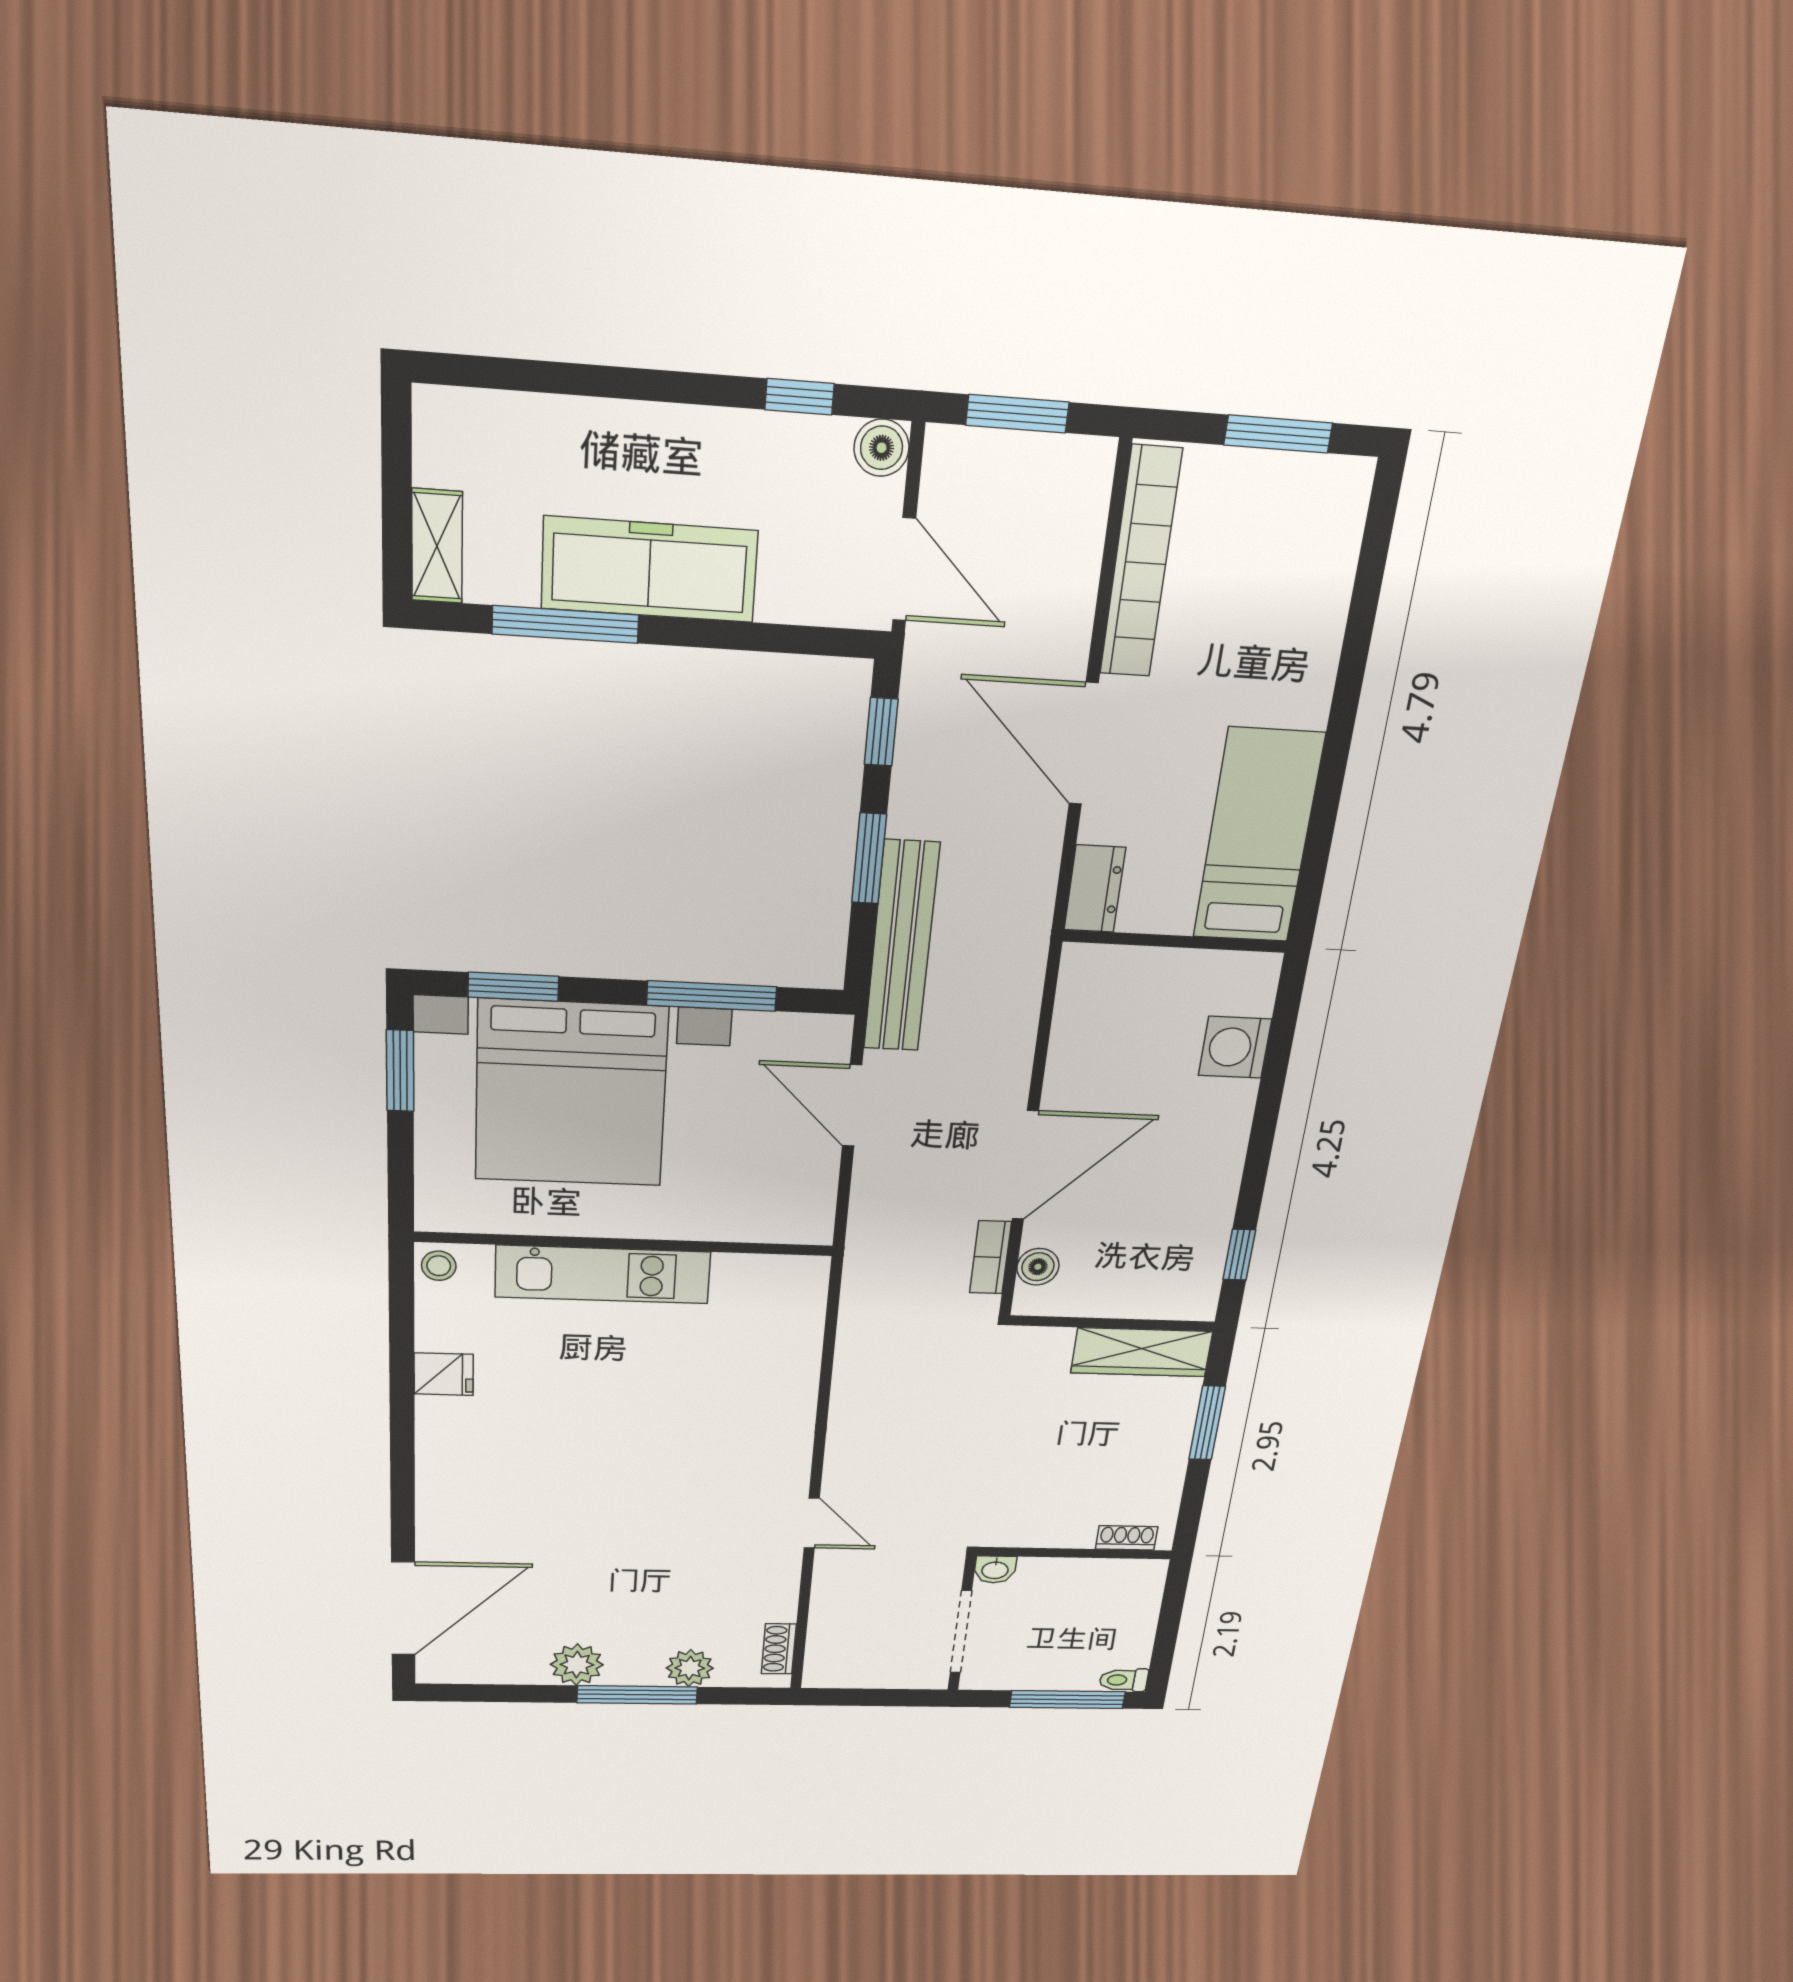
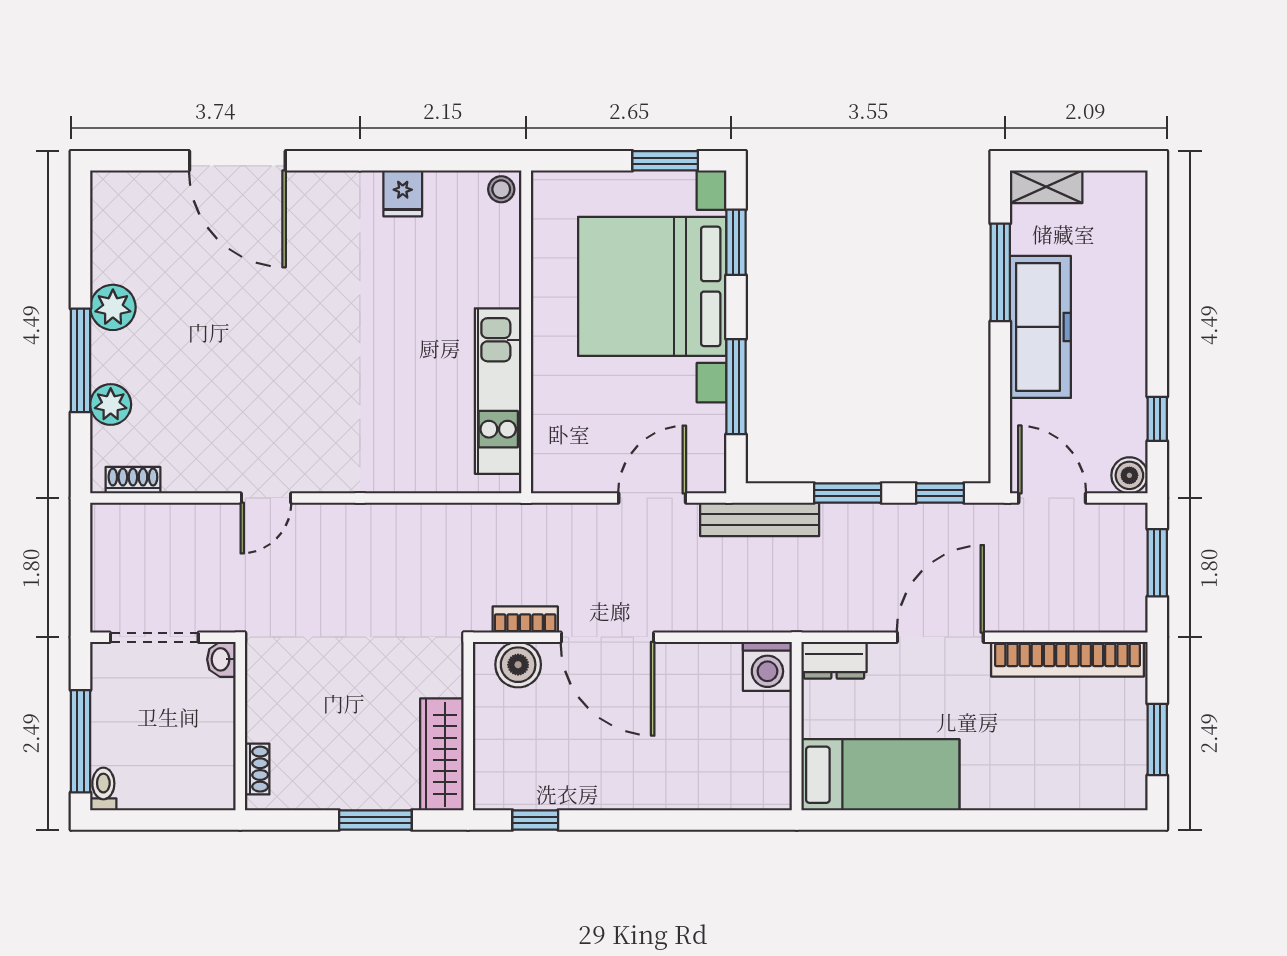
door: (904, 569) -> (1052, 498), swing flipped
bench: (901, 947) -> (760, 519), width x0.73, depth x0.82
washing machine: (1235, 1047) -> (767, 666), moved, turned 180
boiler: (1038, 1267) -> (518, 665), width x1.36, depth x1.36
kitchen unit: (603, 1275) -> (498, 391), moved
door: (403, 1609) -> (237, 161), moved

